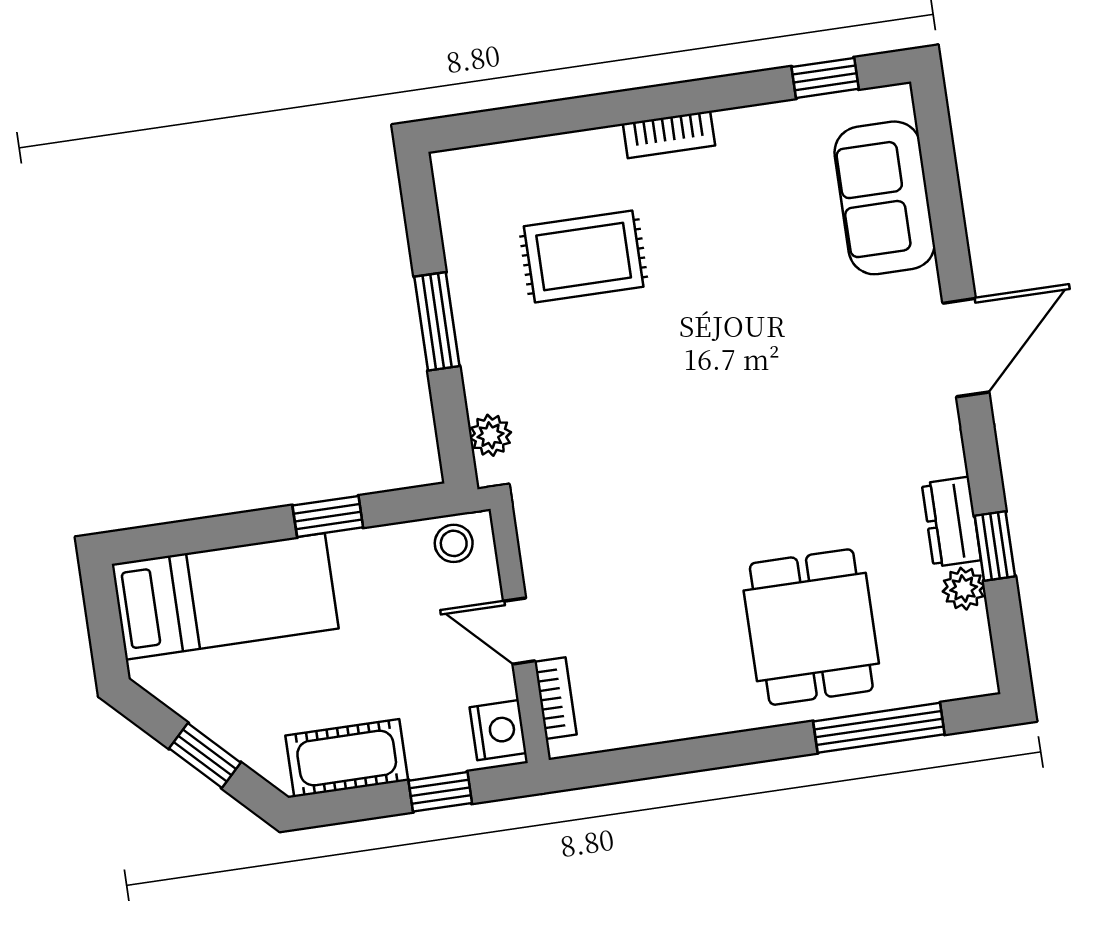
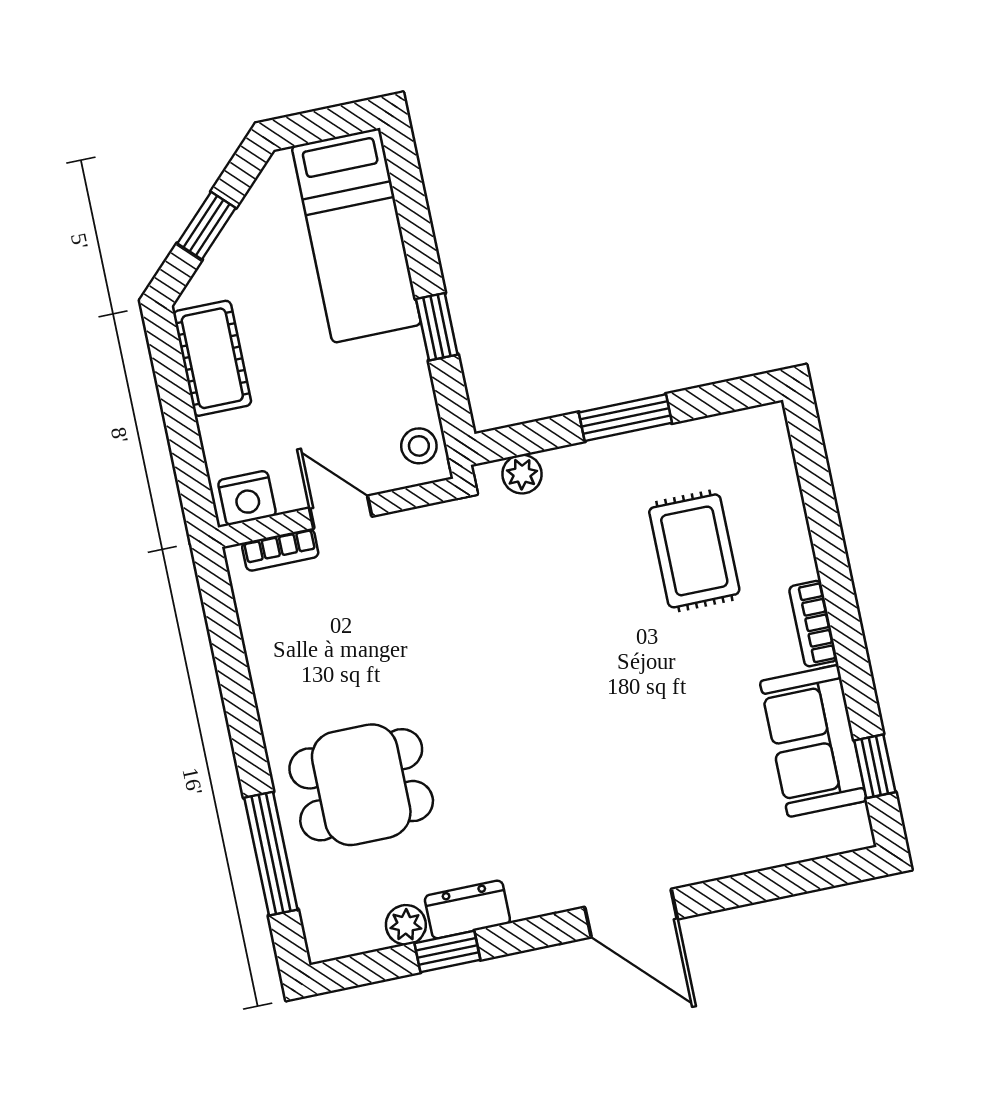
sofa: (885, 198) -> (813, 741), moved, turned -90
door: (519, 631) -> (341, 512), hinge flipped
window: (440, 792) -> (186, 447), removed

